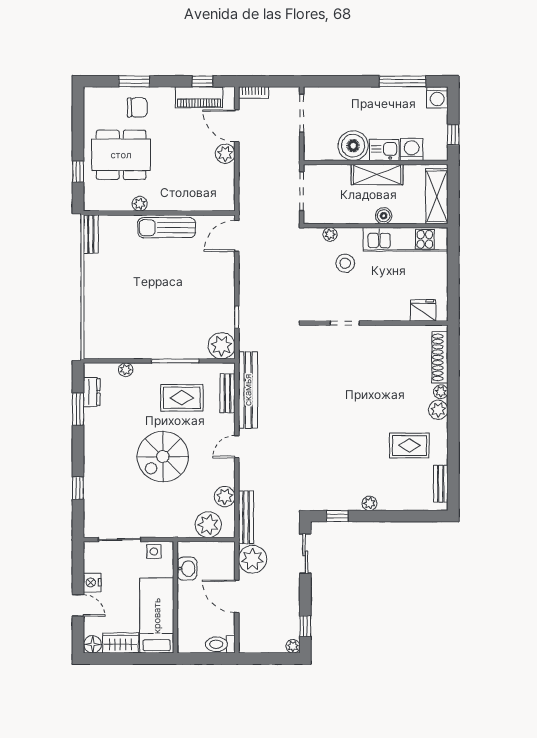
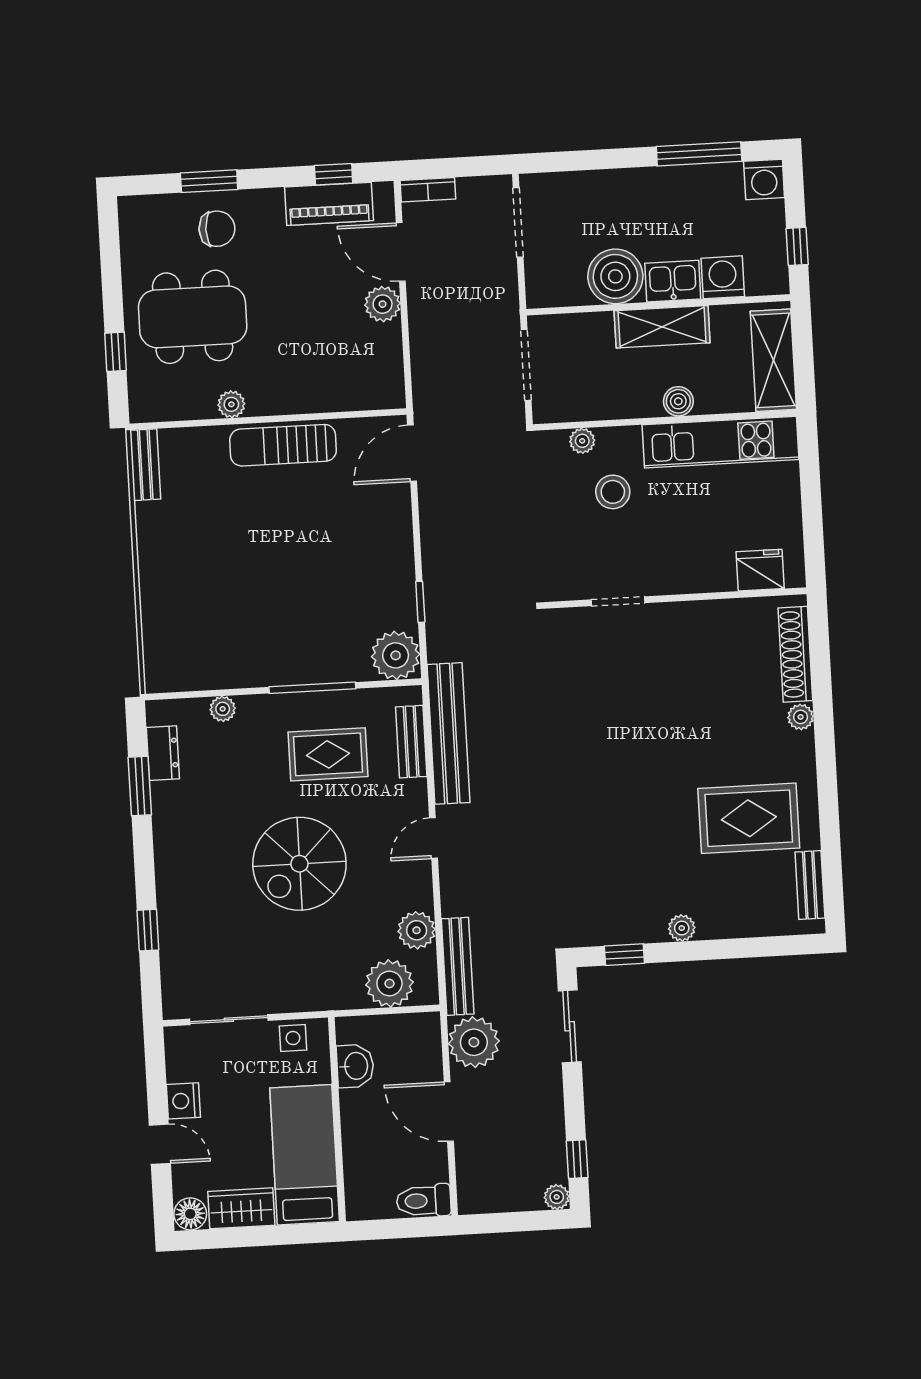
plant: (438, 410) -> (798, 750), removed
rug: (409, 445) -> (749, 818), width x1.36, depth x1.43

